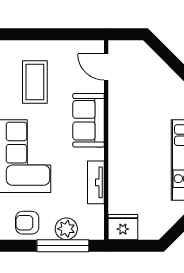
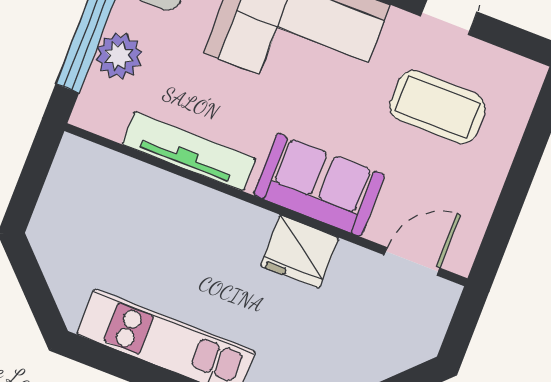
tv unit: (96, 182) -> (189, 151), width x1.41
fridge: (123, 227) -> (300, 252), moved, turned 90

